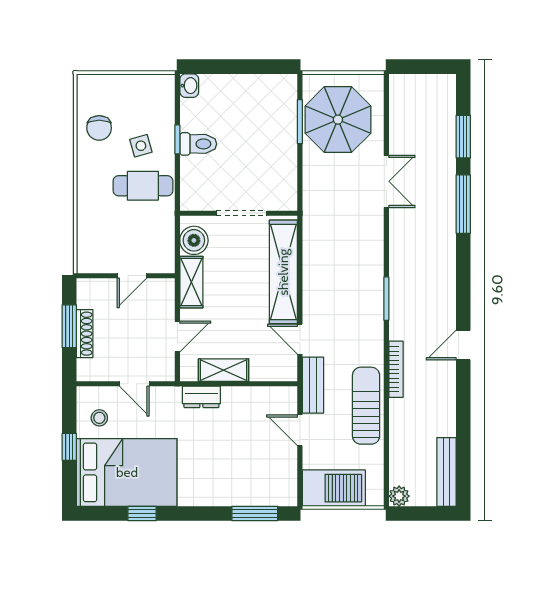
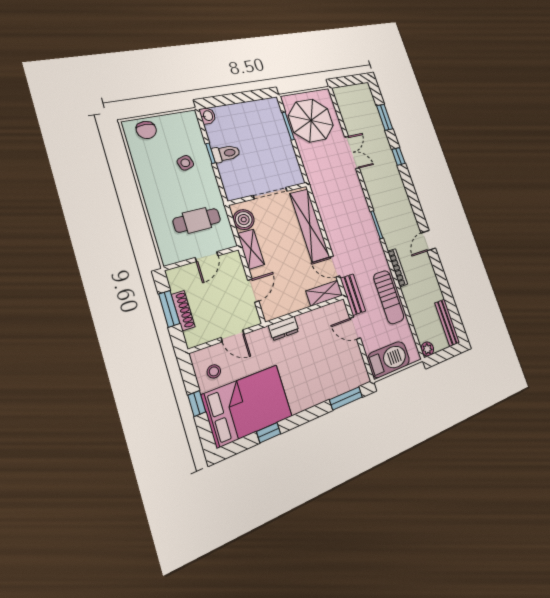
chair: (99, 128) -> (146, 130), moved
cafe table: (143, 186) -> (197, 220), moved
window: (463, 204) -> (398, 156), width x0.46
shelving: (224, 370) -> (324, 293), moved
sun lounger: (366, 406) -> (389, 297), turned 180

